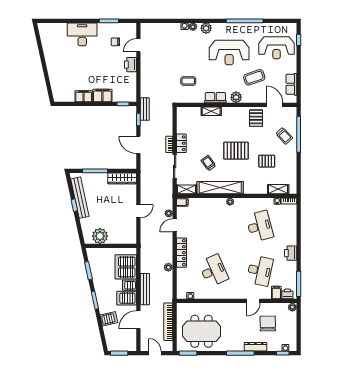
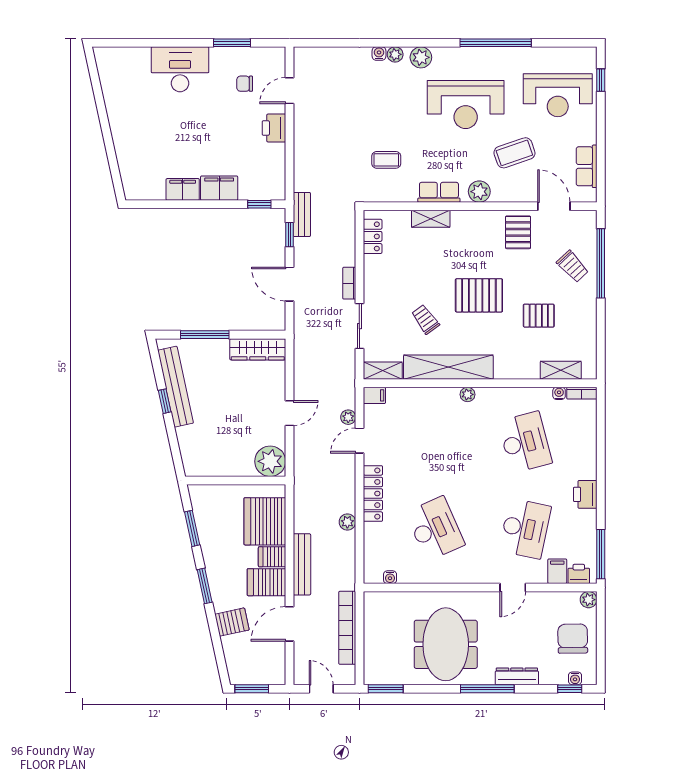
locker: (181, 143) -> (373, 236), moved
plant: (100, 236) -> (270, 461), moved
chair: (268, 324) -> (573, 639), moved
meeting table: (202, 331) -> (446, 644), moved, turned 90

